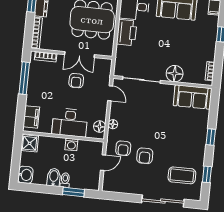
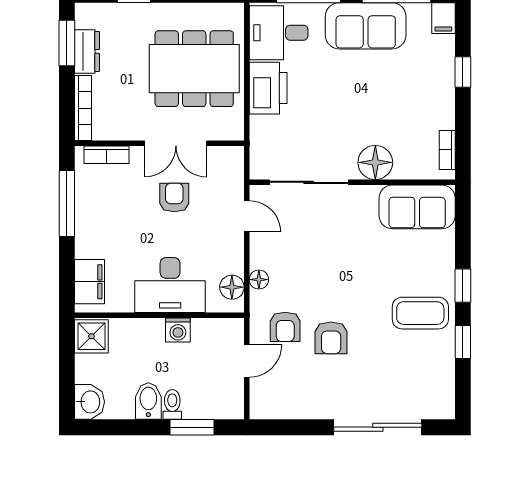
armchair: (76, 81) -> (174, 198), turned 180
window: (207, 174) -> (463, 342), moved
coffee table: (182, 175) -> (420, 313), moved

